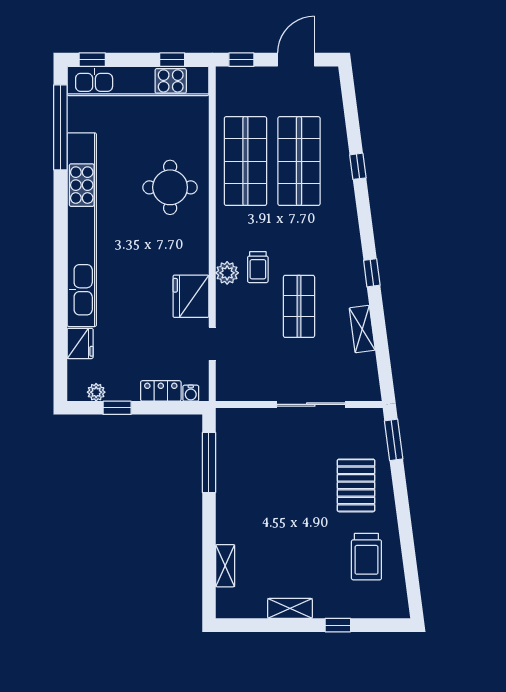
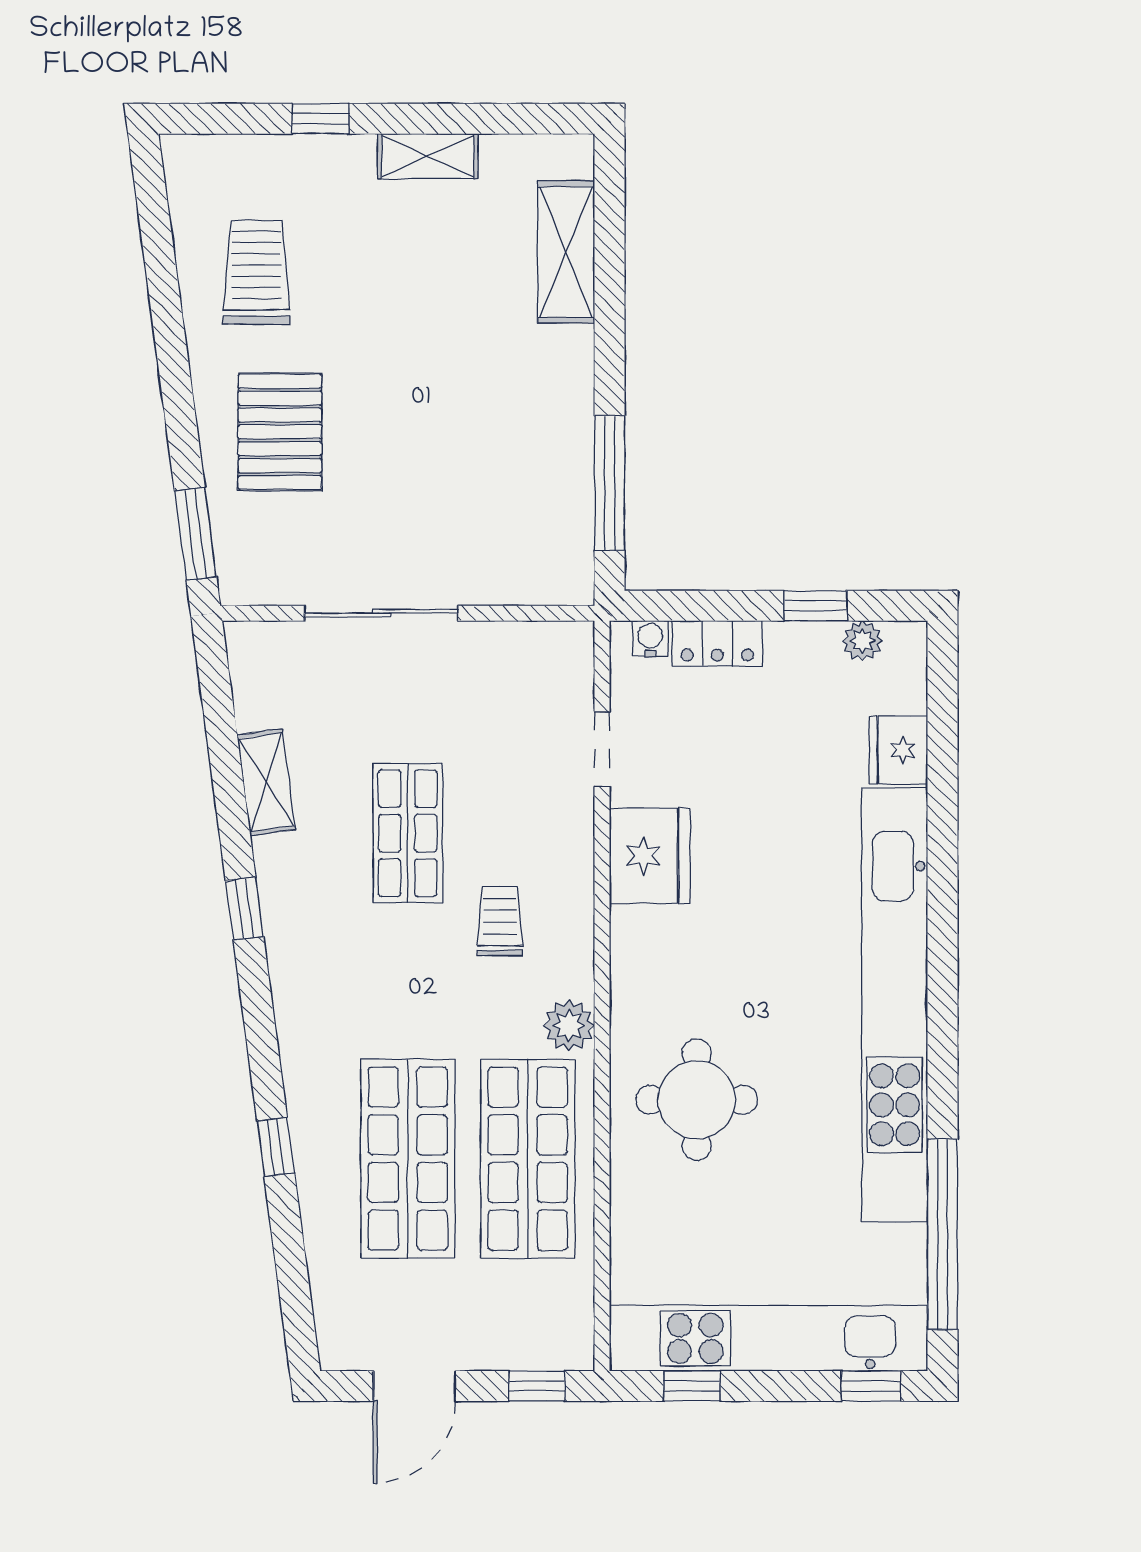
plant: (227, 273) -> (569, 1025), moved
shelving: (225, 566) -> (566, 252), width x1.50, depth x1.33

